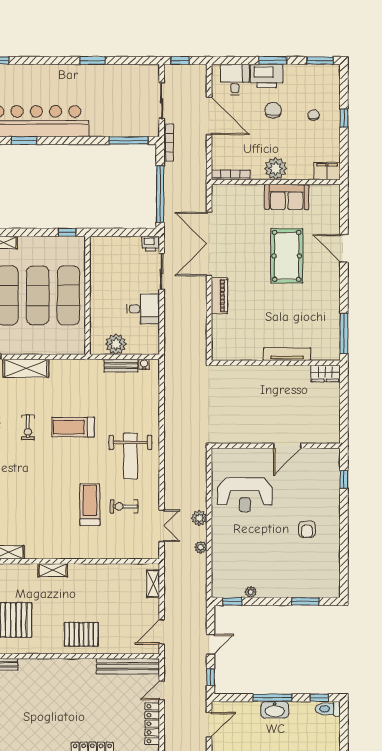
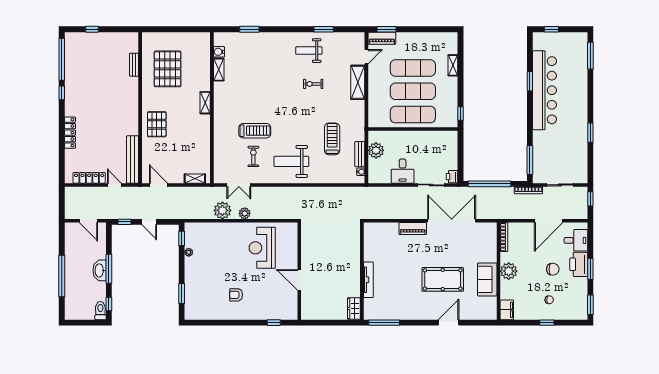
treadmill: (73, 427) -> (332, 139), moved
plant: (201, 547) -> (222, 210), width x1.88, depth x1.88

